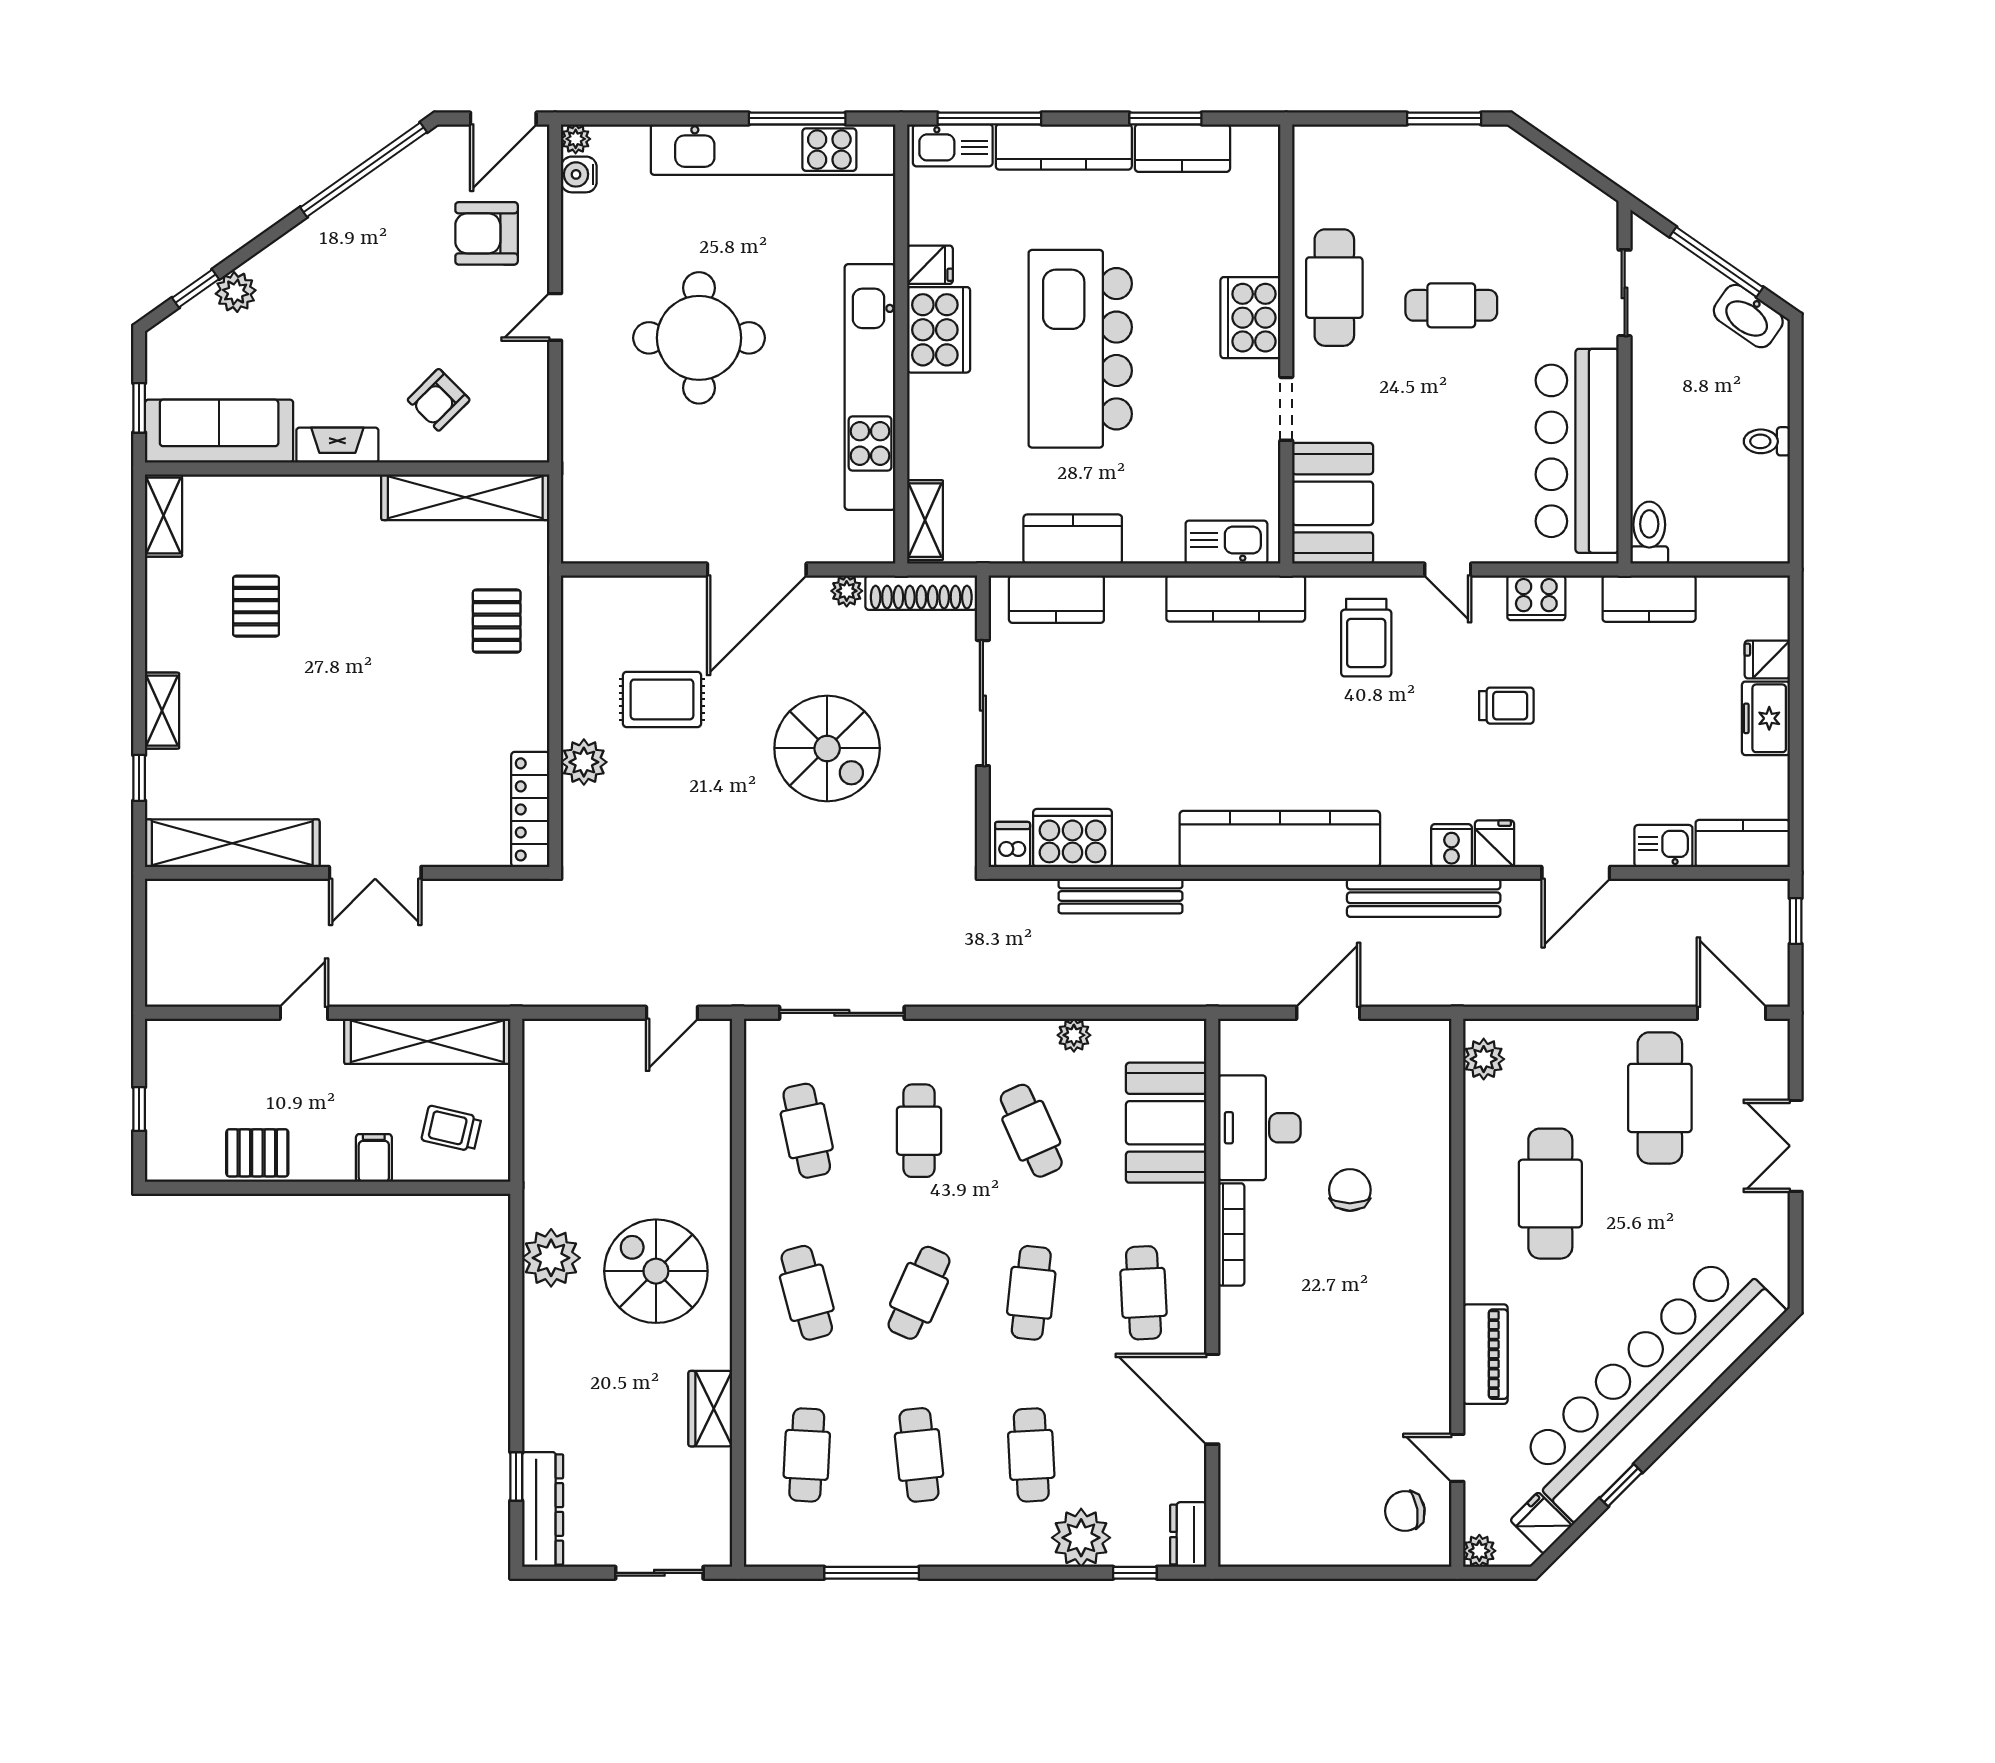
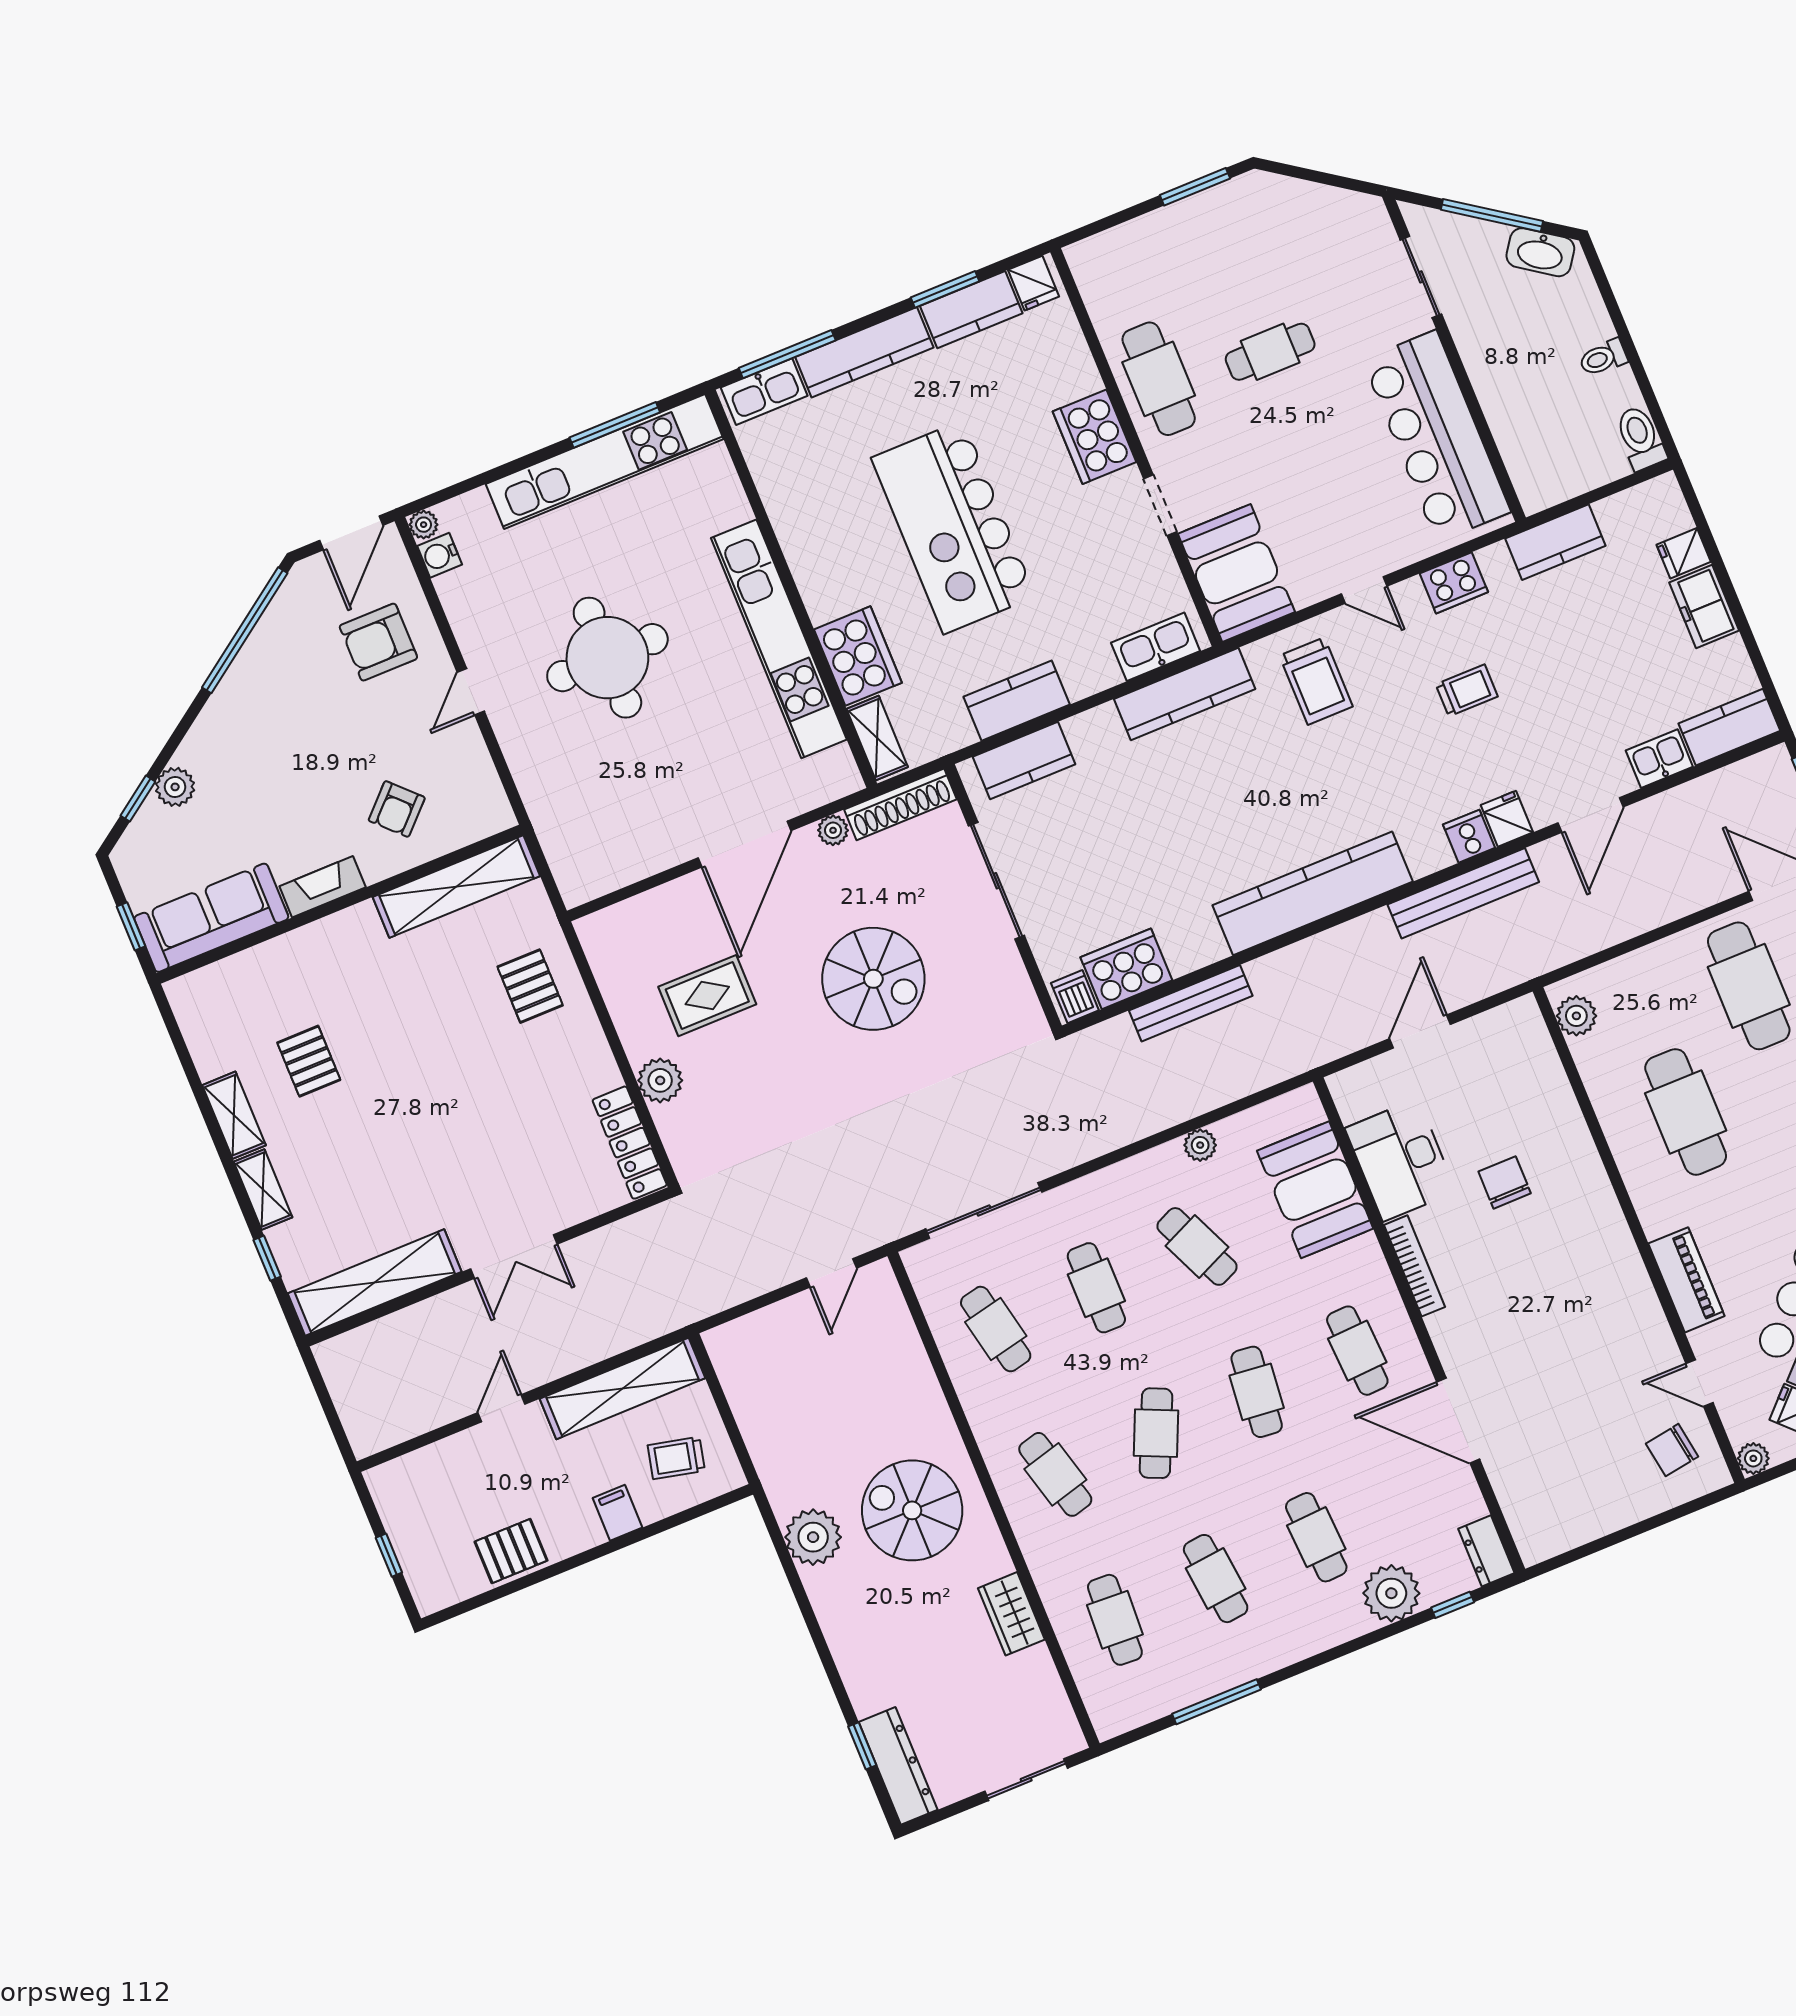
fridge: (930, 265) -> (1034, 283), moved, turned 90
cooker: (939, 330) -> (858, 656), moved
shelving: (163, 516) -> (234, 1115), moved
toilet: (1649, 533) -> (1640, 438), moved

